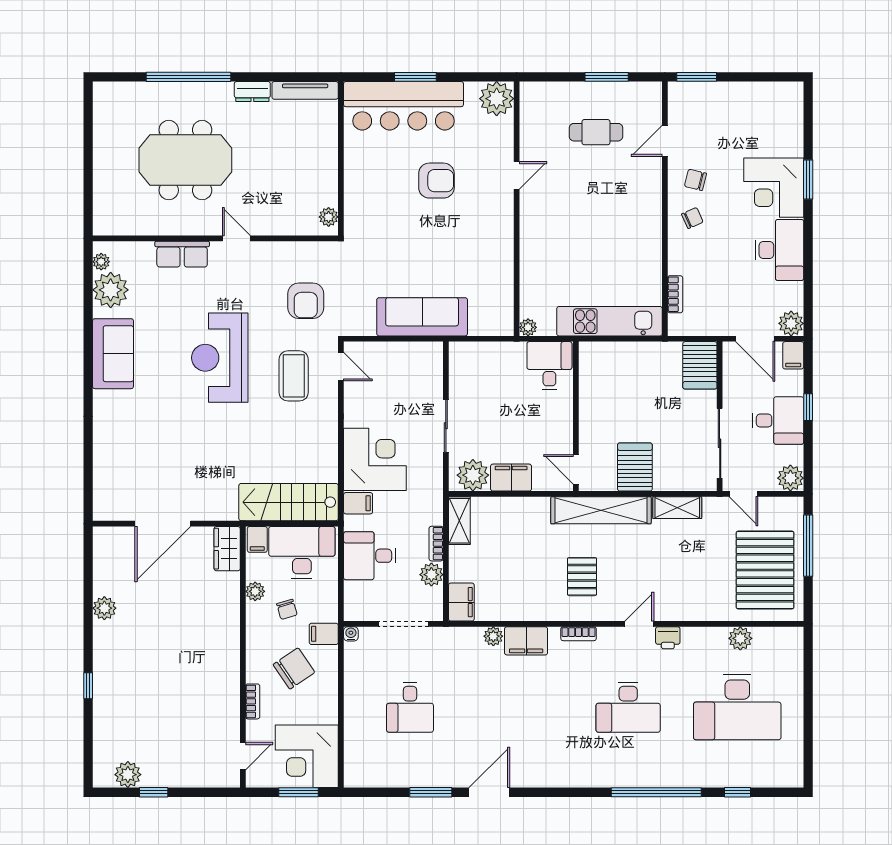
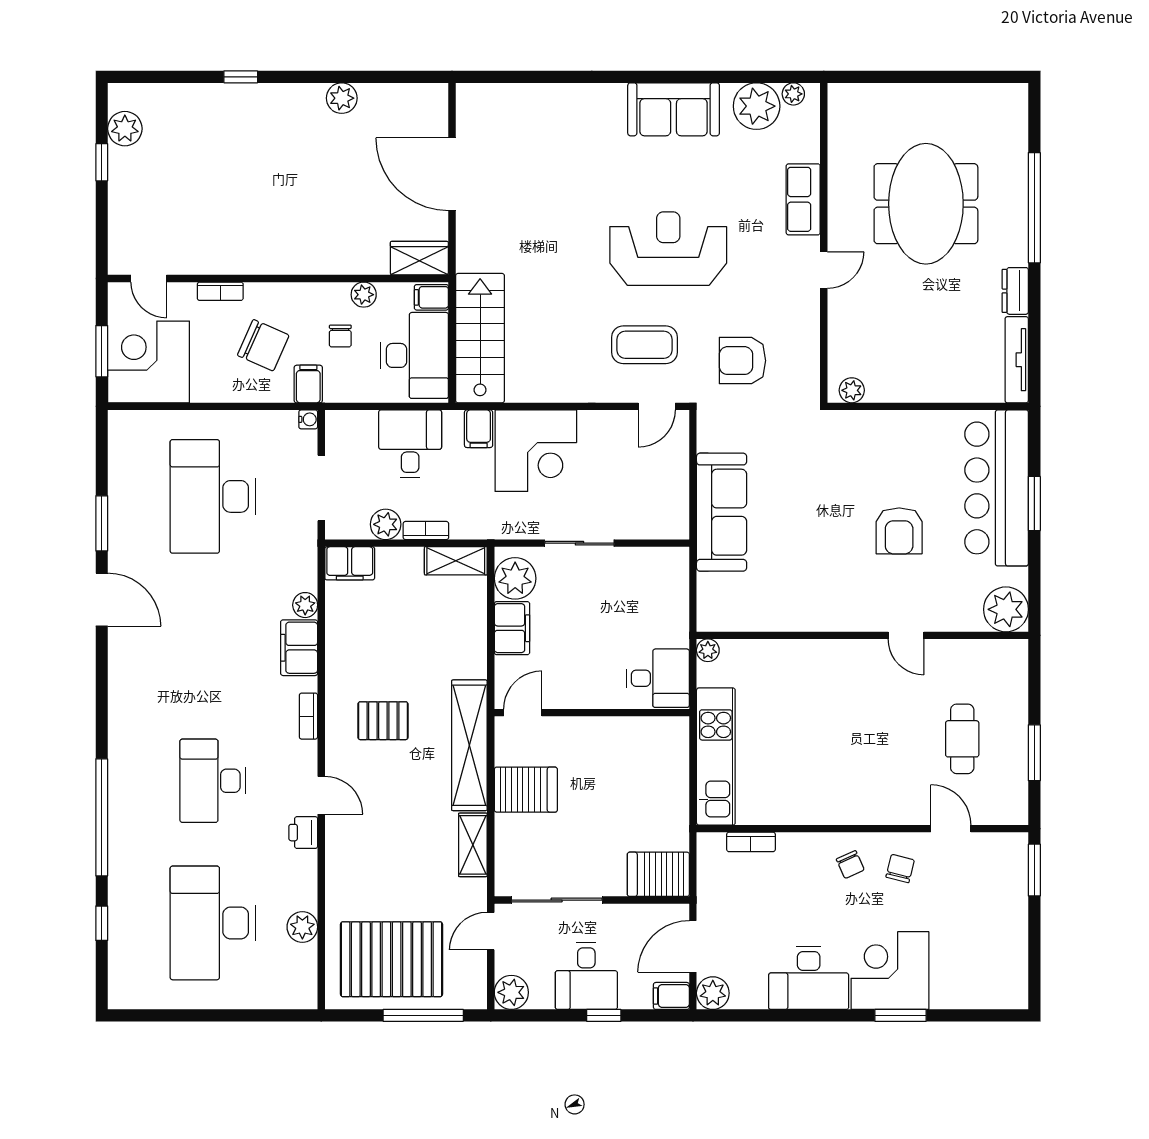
chair: (287, 609) -> (340, 336), turned -74
chair: (294, 668) -> (263, 345), turned -32
desk: (410, 707) -> (213, 496), width x1.87, depth x1.30

